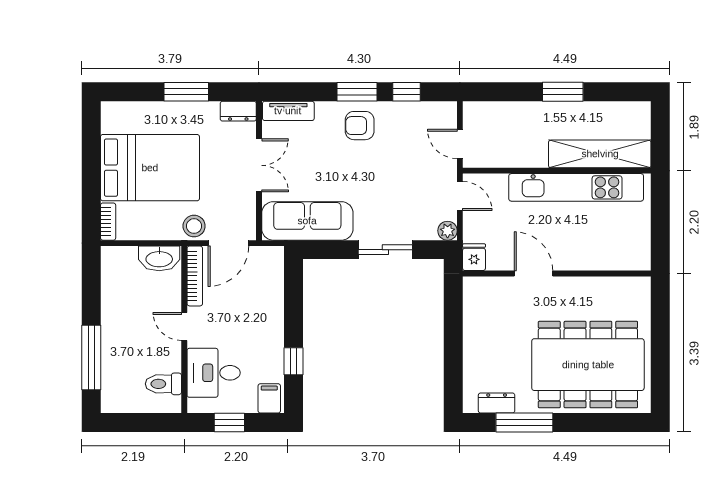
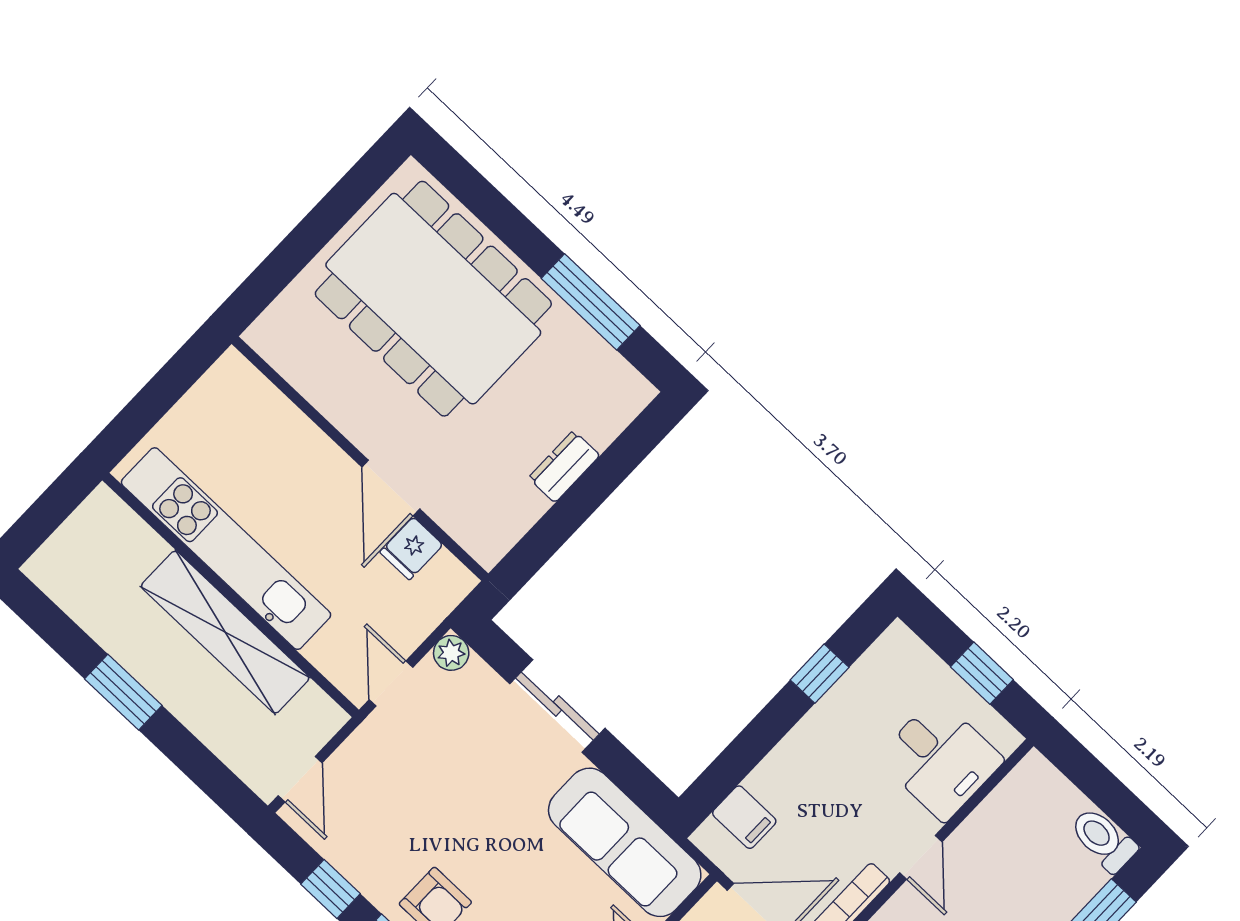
door: (460, 144) -> (300, 779), moved
shelving: (600, 154) -> (225, 632), moved
fridge: (474, 257) -> (411, 548), moved
toilet: (163, 384) -> (1103, 839), moved, turned 180
filing cabinet: (269, 398) -> (744, 817), moved, turned -90
dresser: (497, 403) -> (564, 466), moved, turned 90

